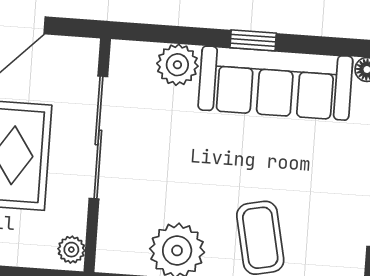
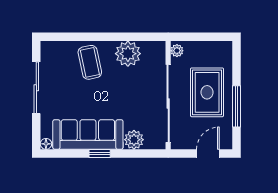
sliding door: (98, 137) -> (168, 103), width x1.36

